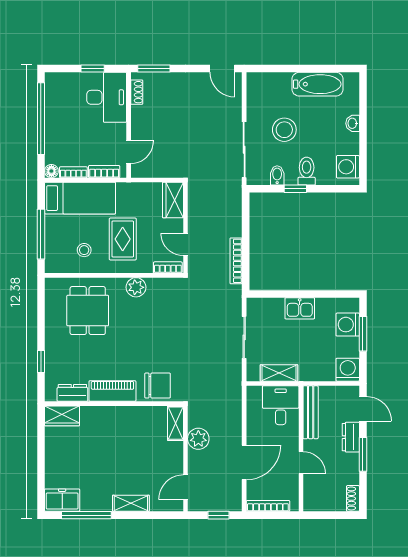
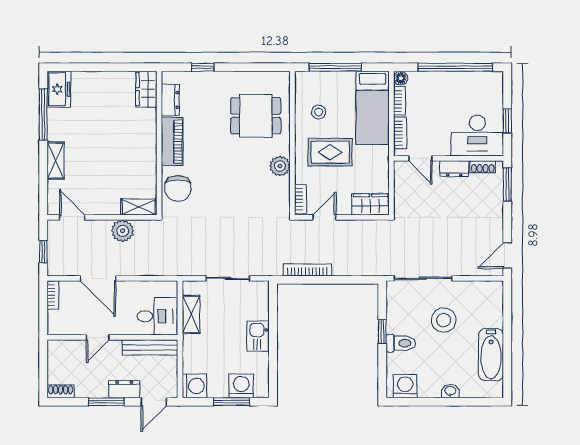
dresser: (139, 120) -> (454, 169), added
bidet: (277, 175) -> (396, 313), removed
bookcase: (268, 506) -> (53, 295), width x0.64

